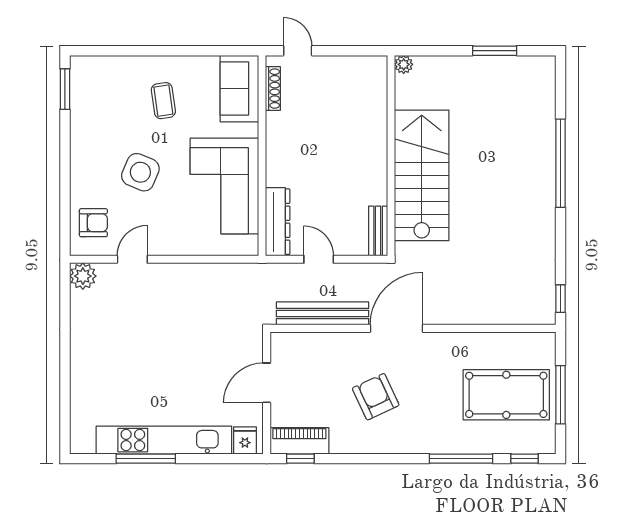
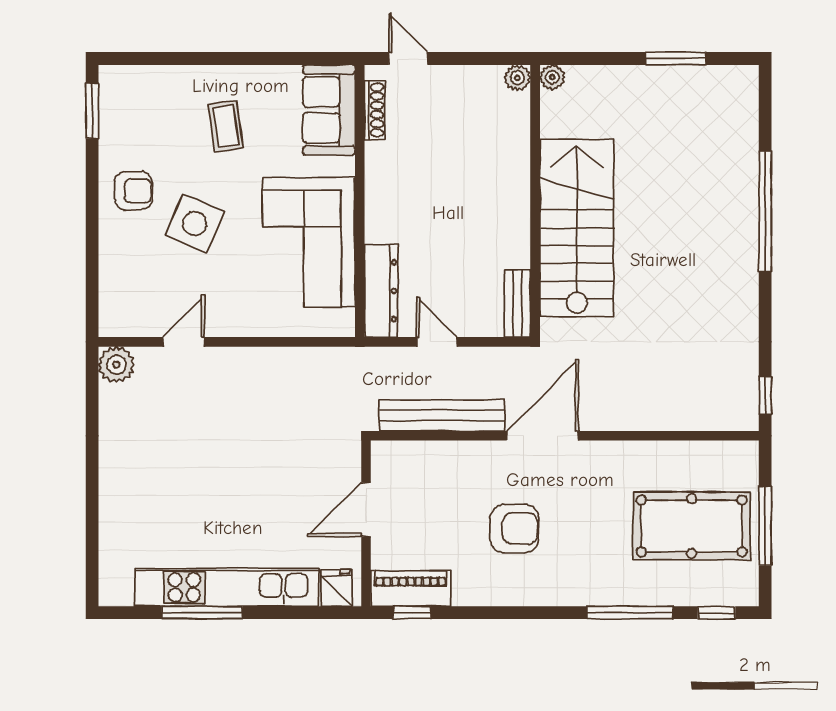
plant: (378, 65) -> (517, 78), added
armchair: (93, 223) -> (133, 191), moved
armchair: (376, 397) -> (514, 528), turned 115

